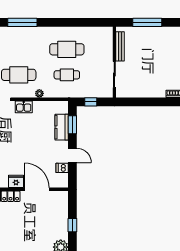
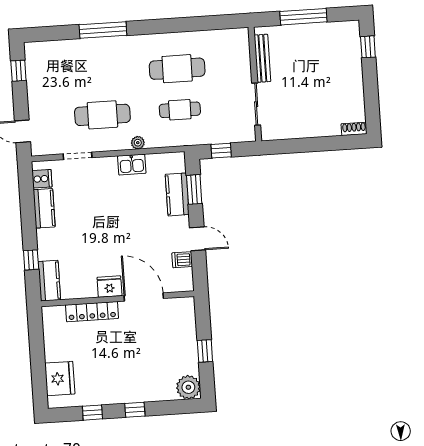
kitchen sink: (24, 107) -> (132, 165), moved

